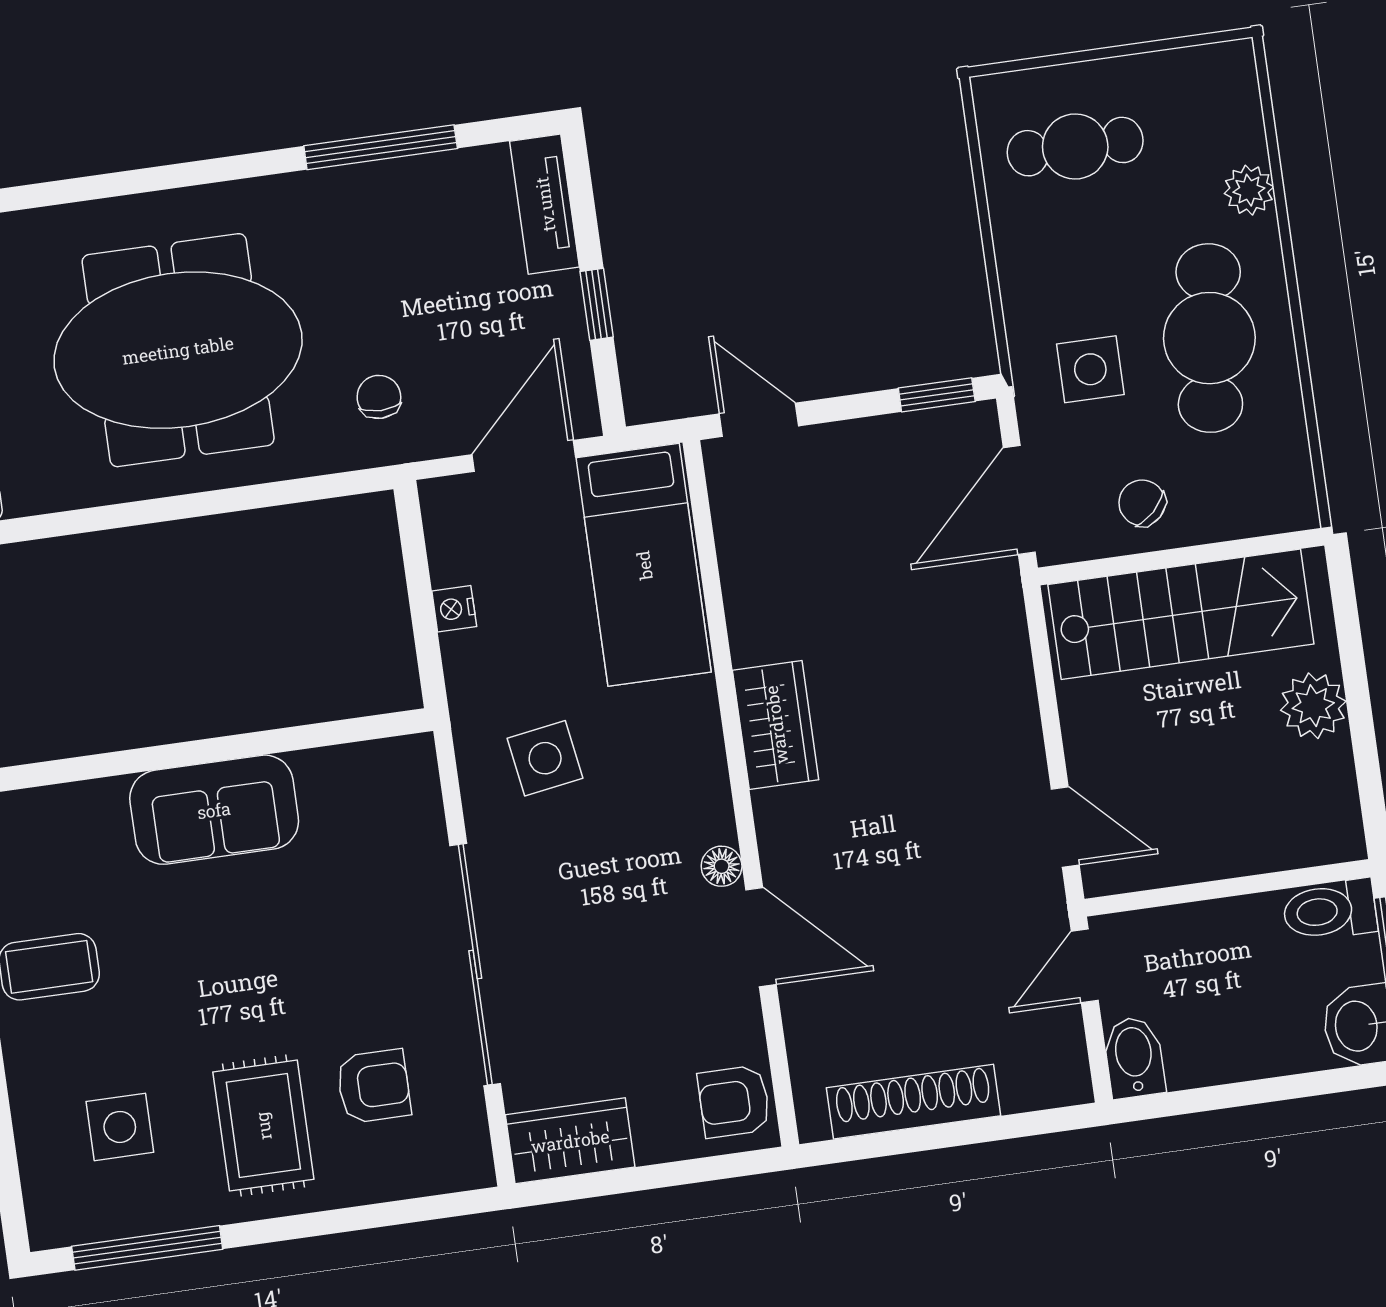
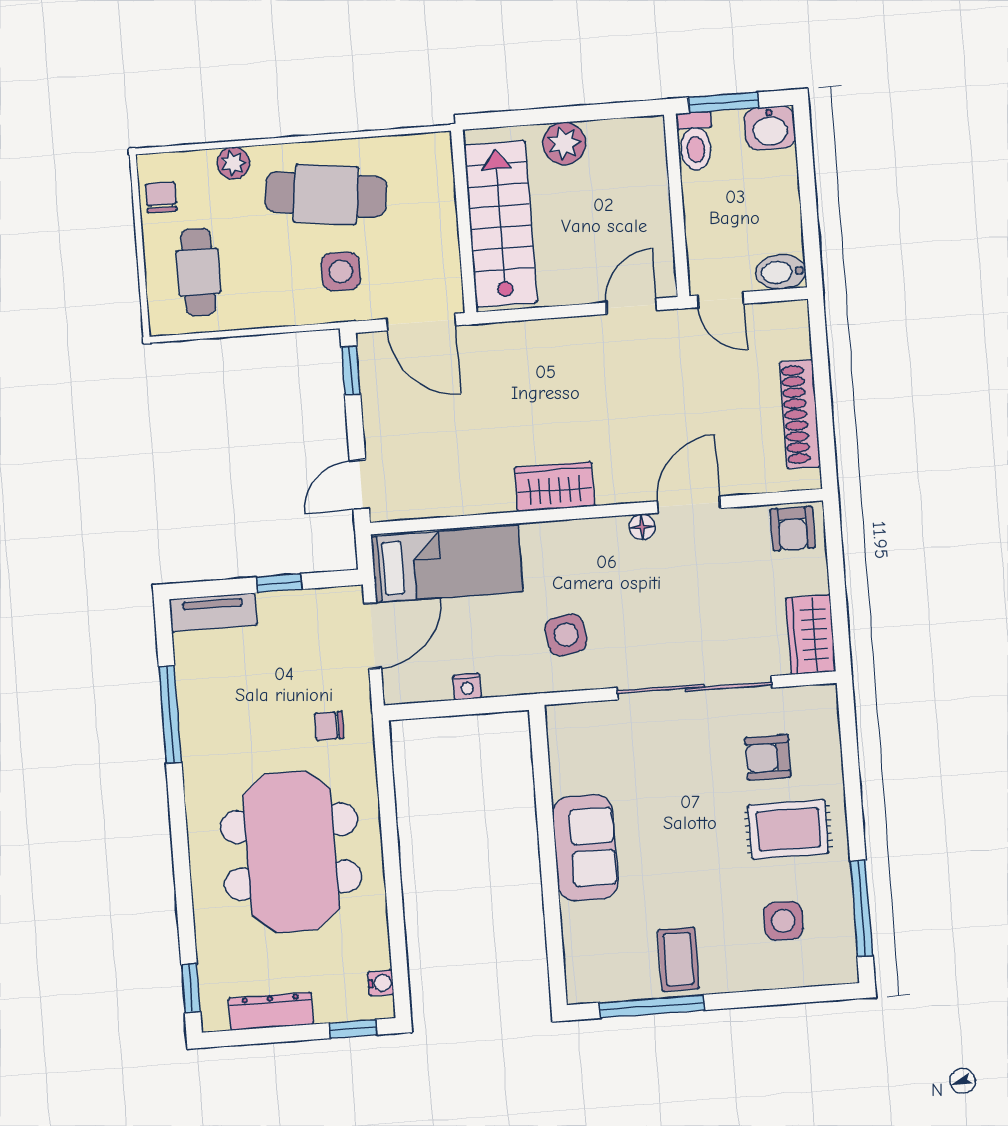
door: (524, 456) -> (373, 636), swing flipped
chair: (1142, 503) -> (161, 197), moved, turned 134
armchair: (374, 1086) -> (768, 757), turned -90

